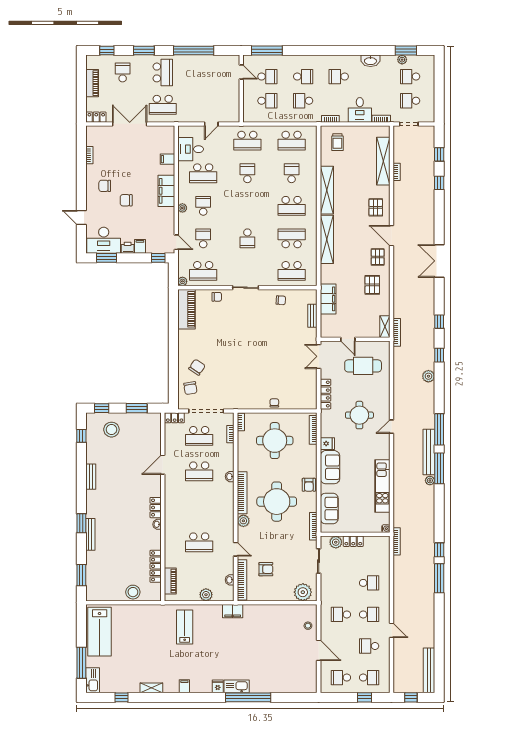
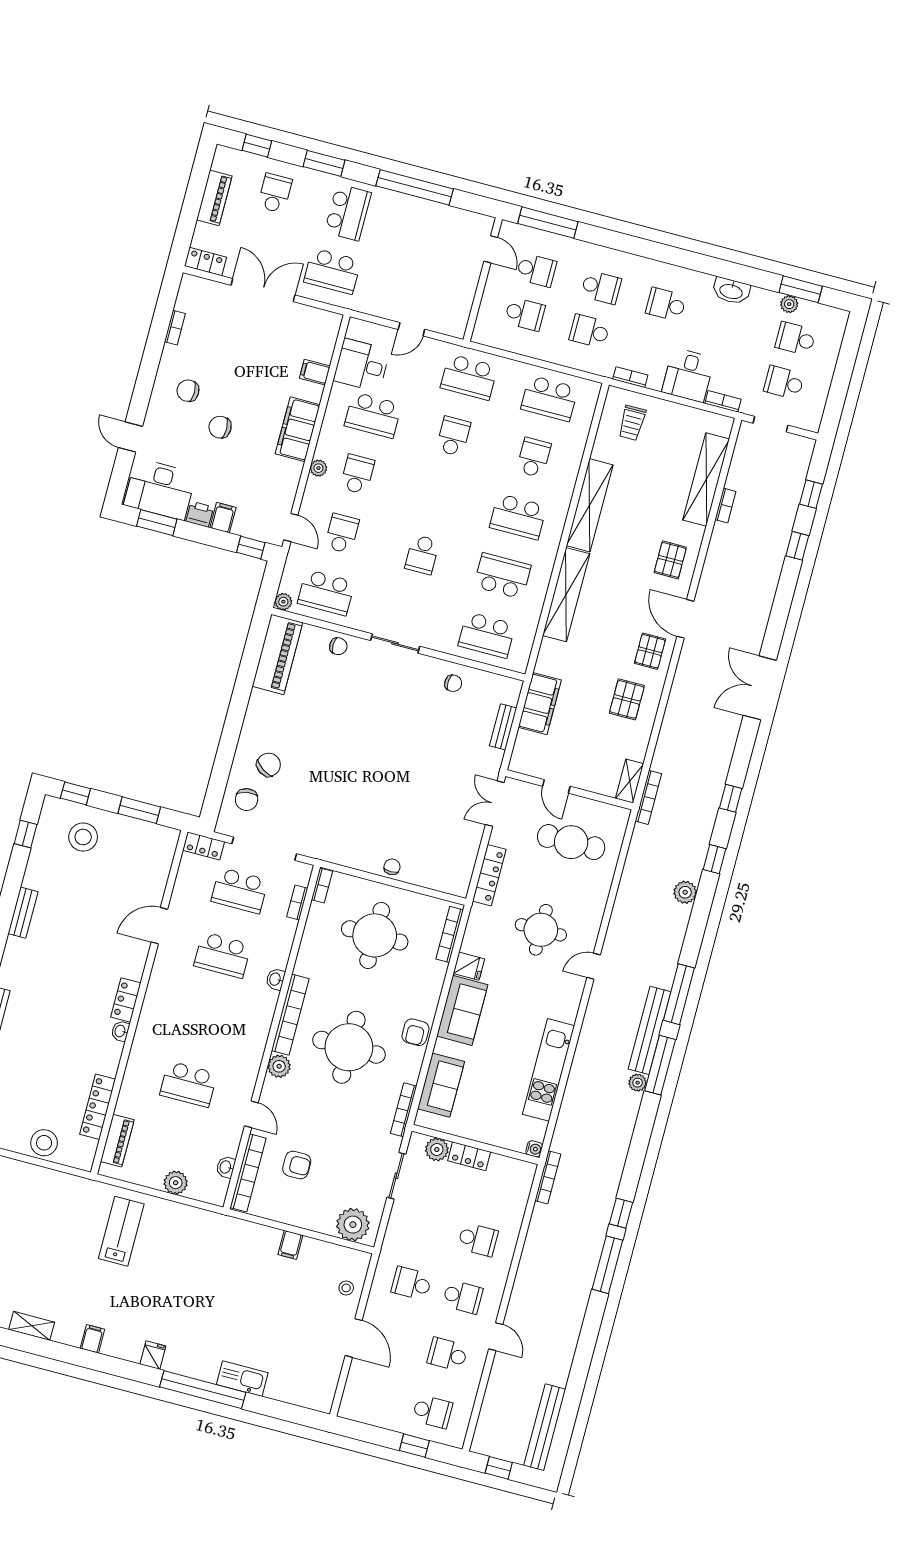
filing cabinet: (233, 611) -> (290, 1245), moved, width x0.50
school desk: (341, 678) -> (381, 1398), removed
kitchen sink: (237, 686) -> (242, 1379), moved

